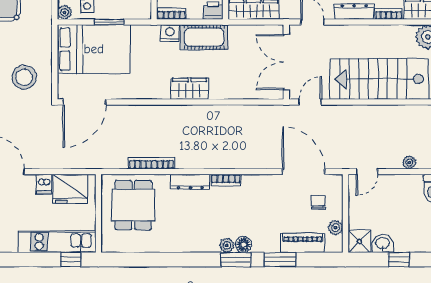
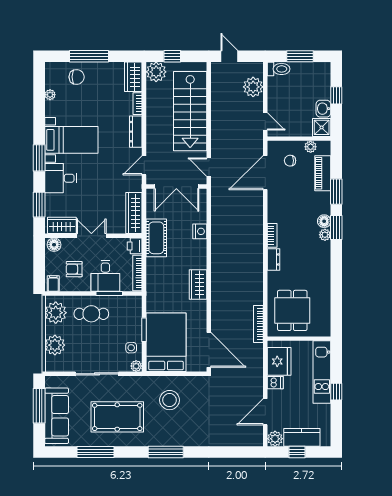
bookcase: (172, 14) -> (137, 273), width x1.56
nightstand: (170, 33) -> (200, 231), moved, turned 180
cot: (204, 37) -> (156, 238), moved
stool: (24, 77) -> (170, 400), moved
wardrobe: (189, 89) -> (198, 285), moved
plant: (409, 162) -> (253, 87), width x1.88, depth x1.88
bookcase: (152, 163) -> (258, 324), moved
dresser: (190, 182) -> (273, 259), width x0.70
dining table: (133, 205) -> (292, 310), turned 90
window: (71, 260) -> (336, 392), moved

